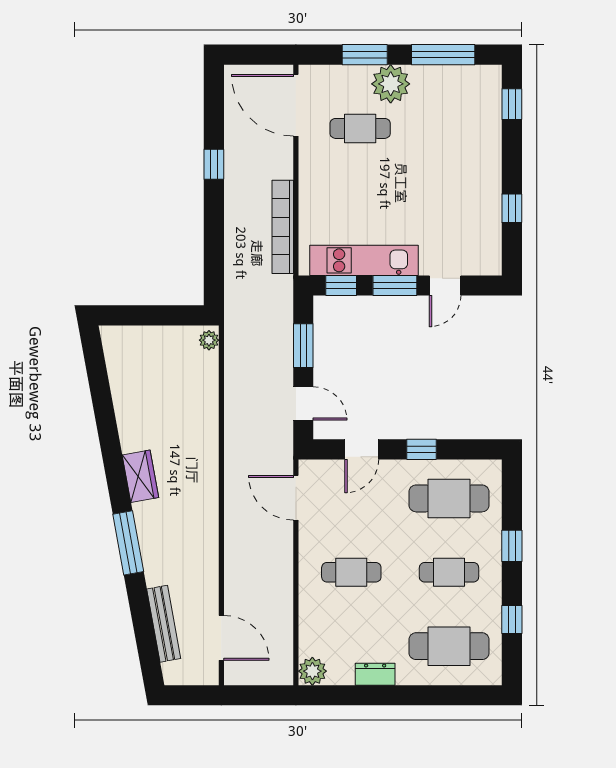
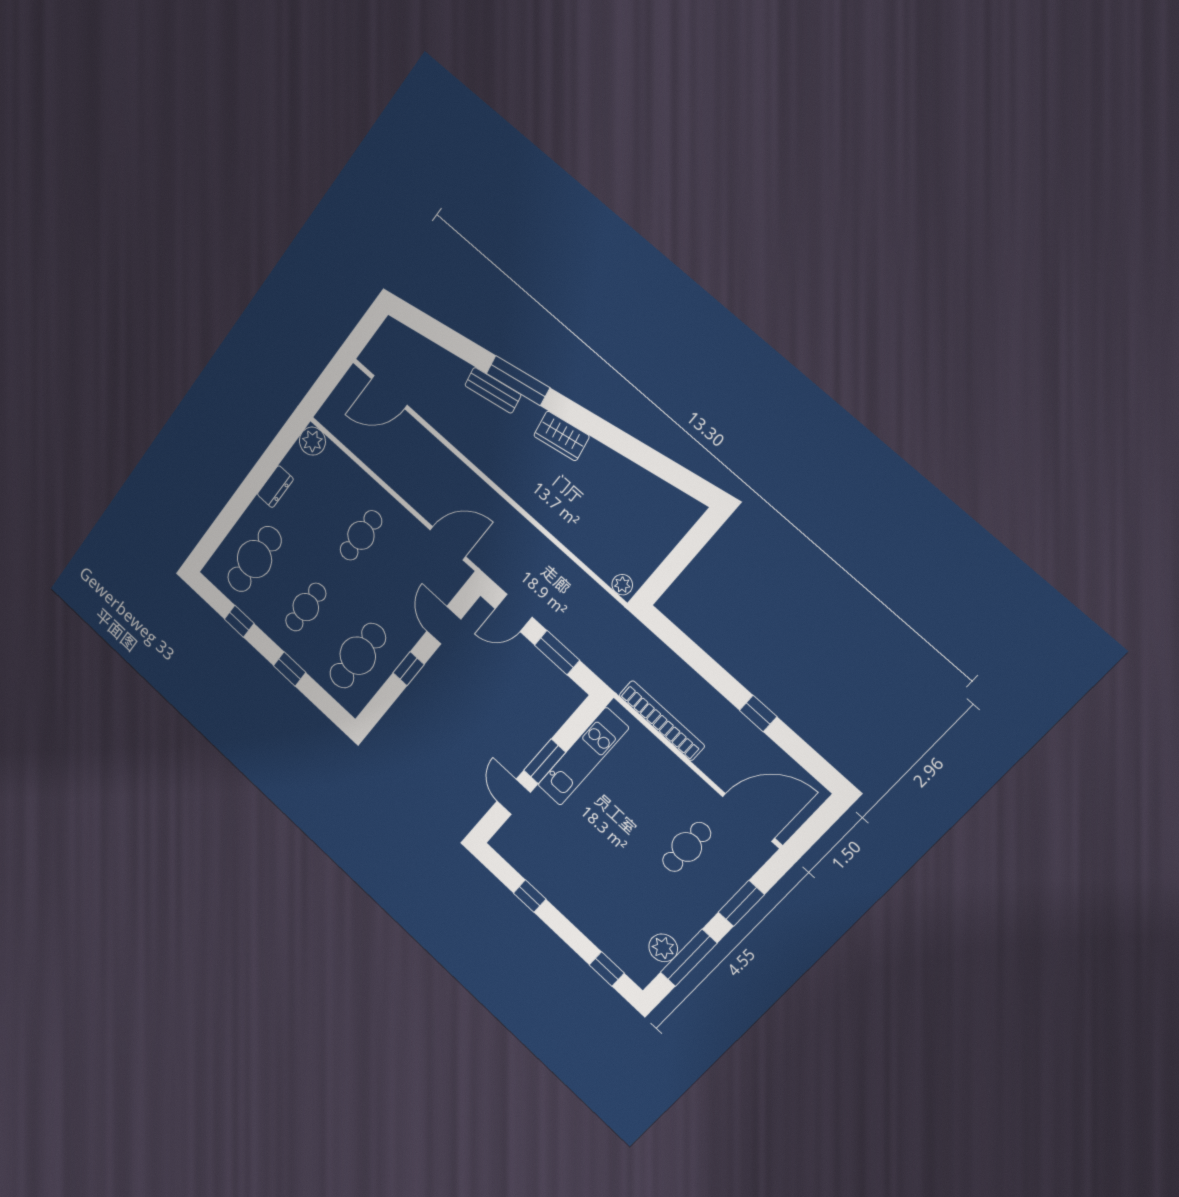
plant: (391, 84) -> (663, 948), moved, width x0.73, depth x0.73
window: (341, 286) -> (579, 722), removed
bench: (164, 624) -> (493, 390), moved, width x0.73

